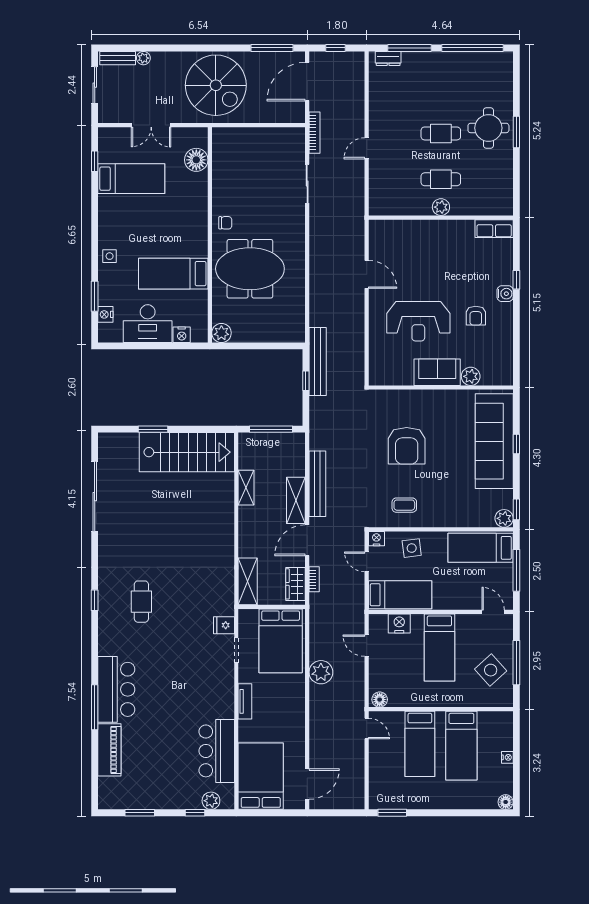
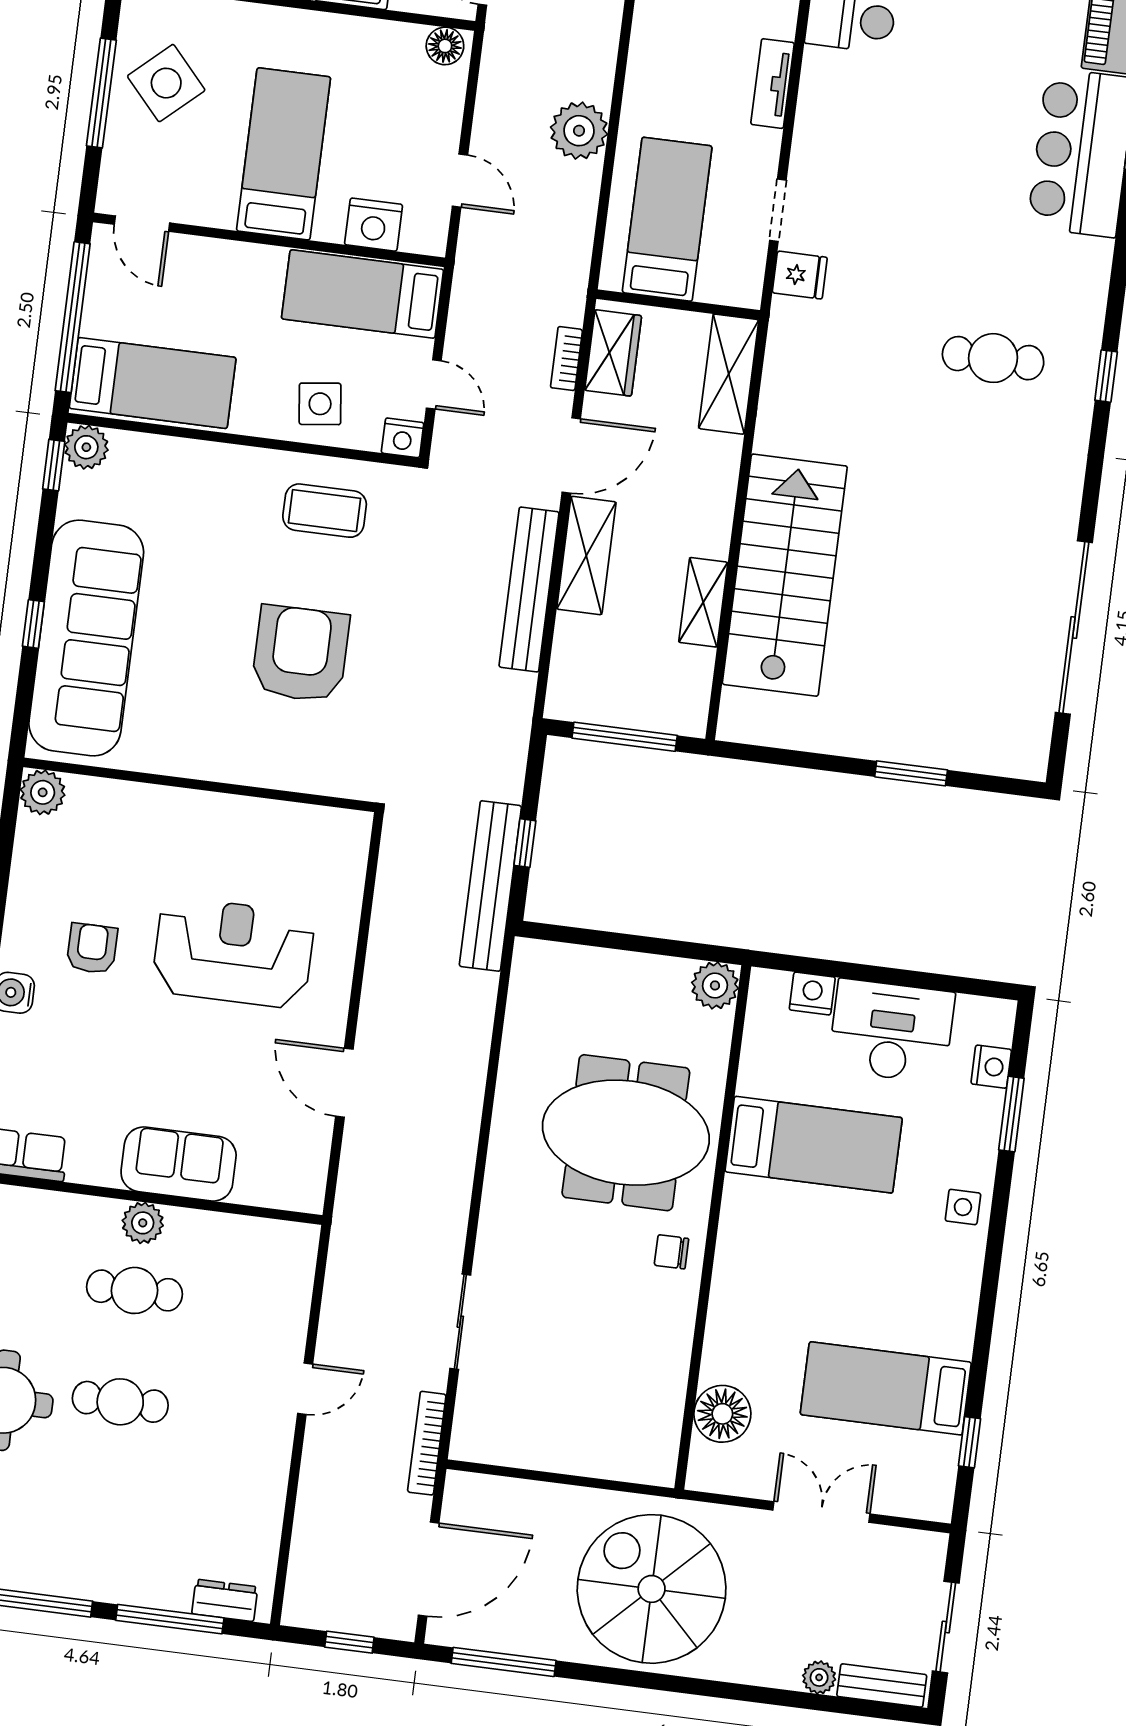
sofa: (437, 372) -> (179, 1164), moved, turned 180
plant: (471, 376) -> (43, 792), moved
stairs: (187, 452) -> (785, 575), moved, turned 90
coffee table: (404, 505) -> (325, 511), width x1.36, depth x1.30
window: (516, 570) -> (73, 317), width x1.46
cafe table: (141, 602) -> (993, 358), turned 90
bed: (281, 641) -> (667, 219), width x0.67

